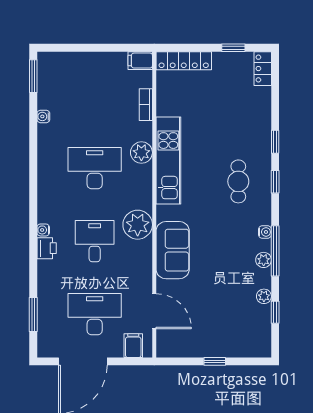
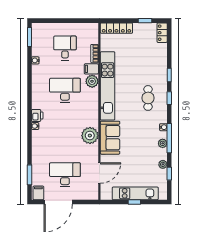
filing cabinet: (140, 61) -> (91, 69), moved
kitchen unit: (168, 161) -> (108, 86), width x1.36
plant: (138, 225) -> (90, 136), moved
desk: (95, 241) -> (65, 48), moved
printer: (47, 248) -> (37, 115), moved
door: (154, 311) -> (99, 173), hinge flipped
filing cabinet: (133, 346) -> (38, 193), moved
kitchen unit: (216, 346) -> (135, 193), added

